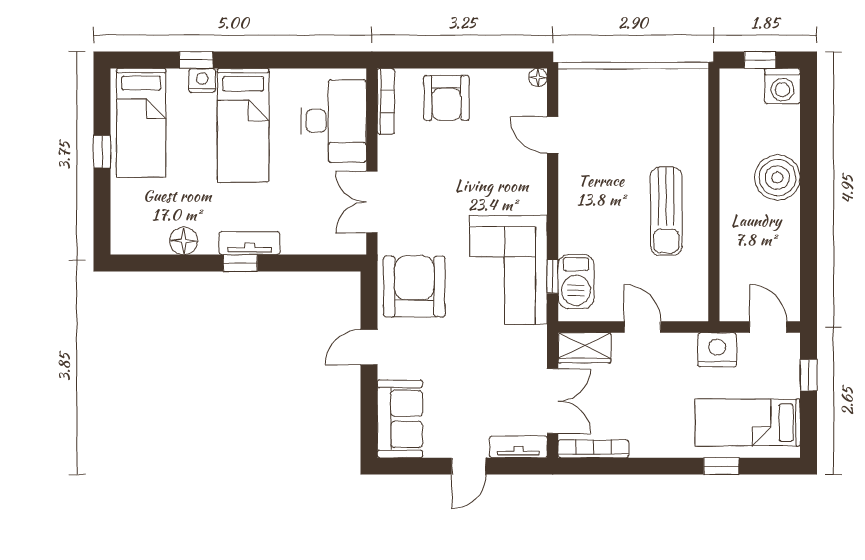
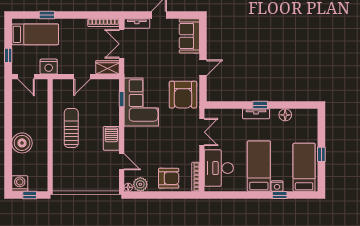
plant: (511, 84) -> (140, 184), added
armchair: (446, 98) -> (169, 178), turned 90
barbecue: (576, 282) -> (111, 138), moved
door: (642, 327) -> (82, 77), hinge flipped

